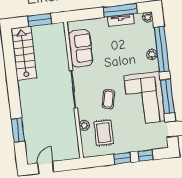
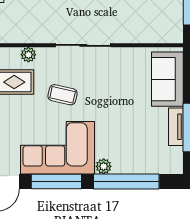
plant: (148, 17) -> (176, 167), removed
sofa: (81, 48) -> (167, 79), moved, turned 90
plant: (152, 54) -> (104, 166), moved

